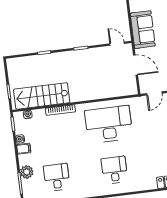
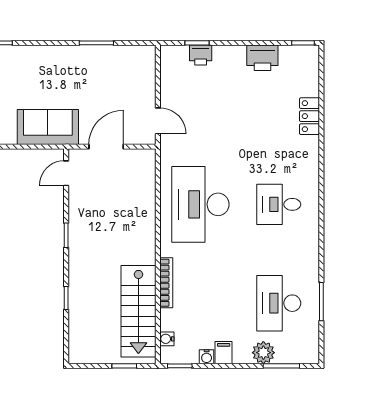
desk: (57, 177) -> (279, 303), width x1.37

